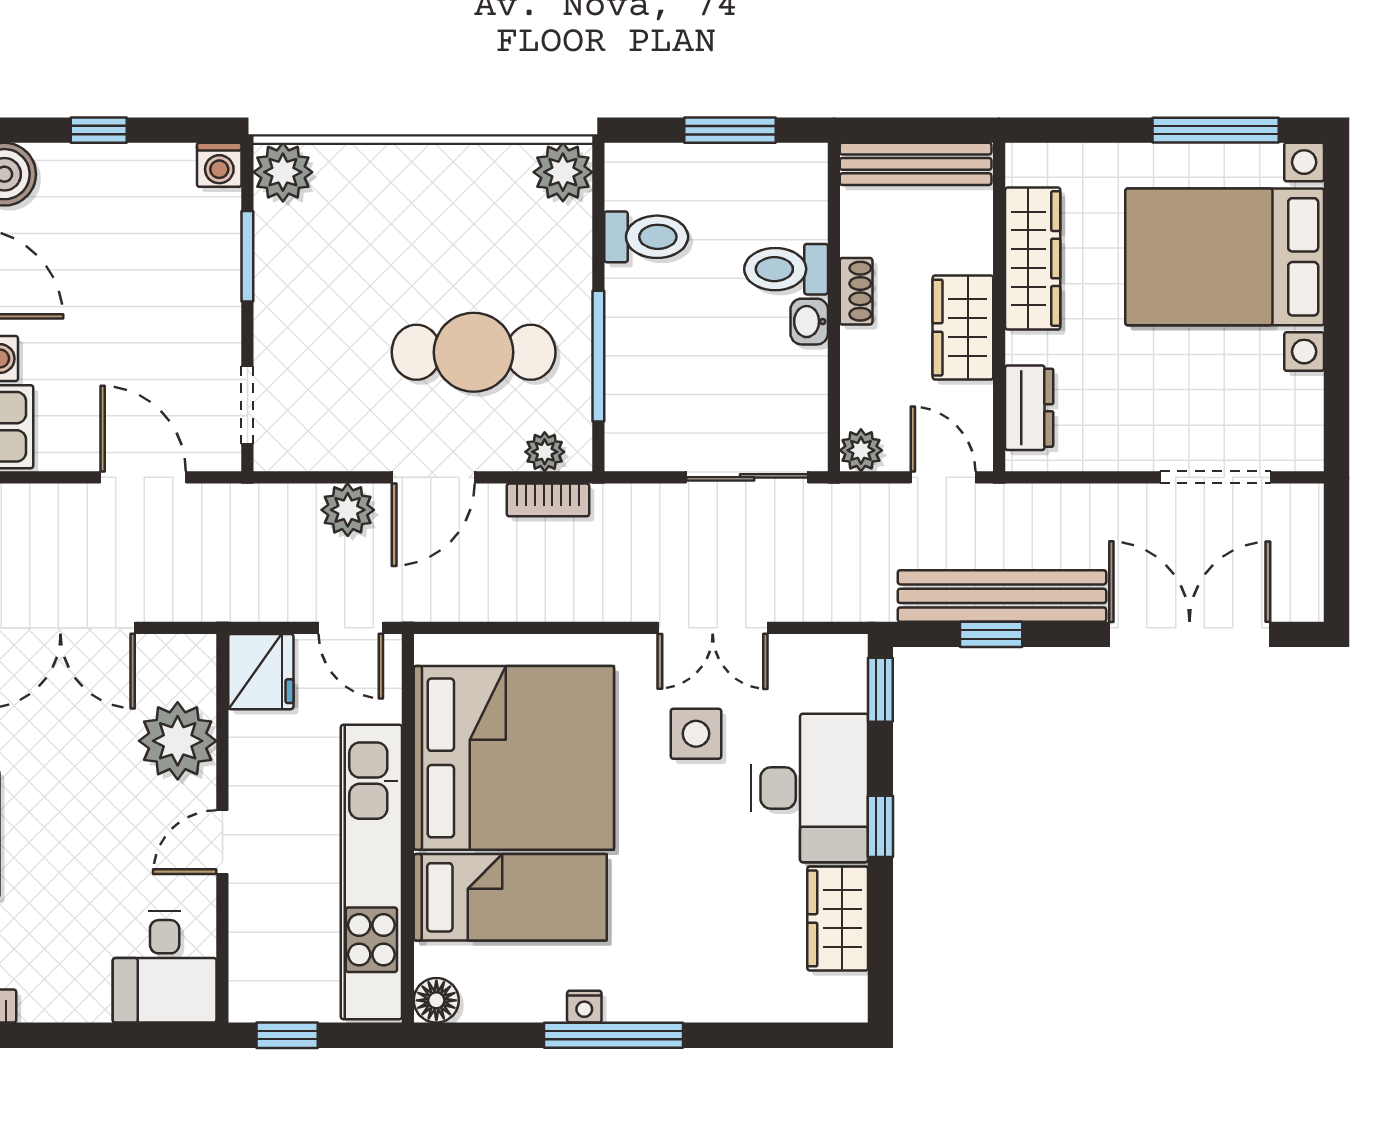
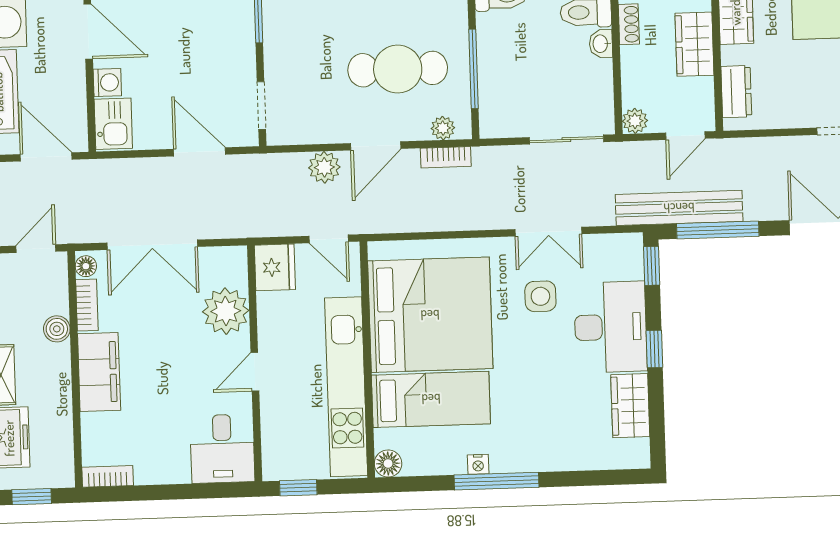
door: (943, 477) -> (685, 136), swing flipped
bench: (1002, 596) -> (679, 208), moved
window: (991, 634) -> (718, 230), width x2.17

